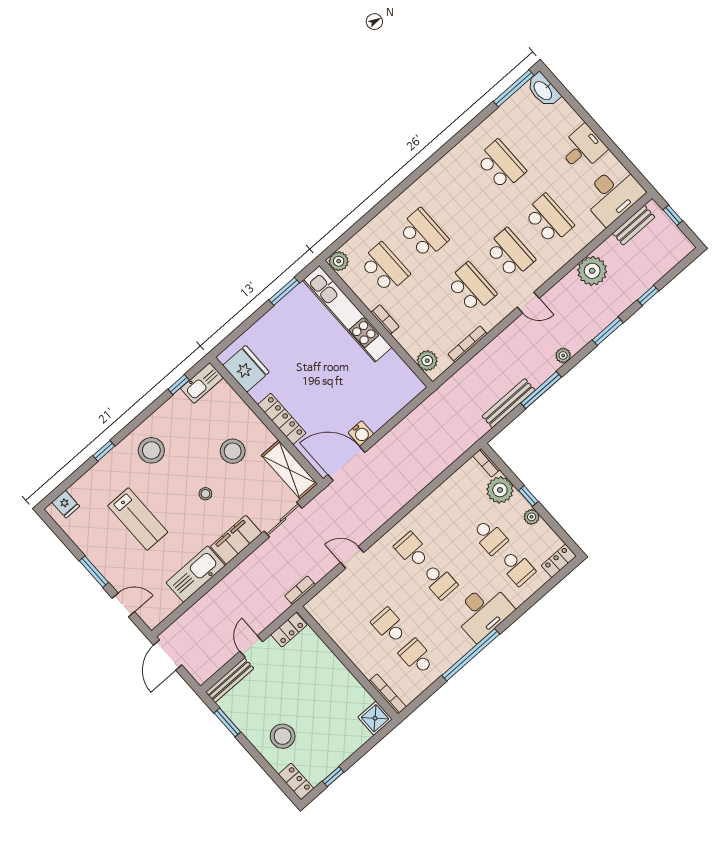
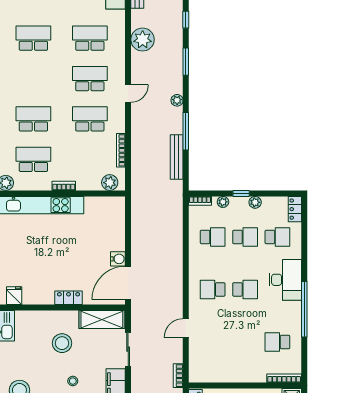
fridge: (246, 369) -> (14, 296), width x0.53, depth x0.75
locker: (282, 419) -> (68, 298), width x0.66
plant: (500, 490) -> (223, 202), width x0.53, depth x0.53
school desk: (389, 626) -> (213, 237), moved, turned 180

